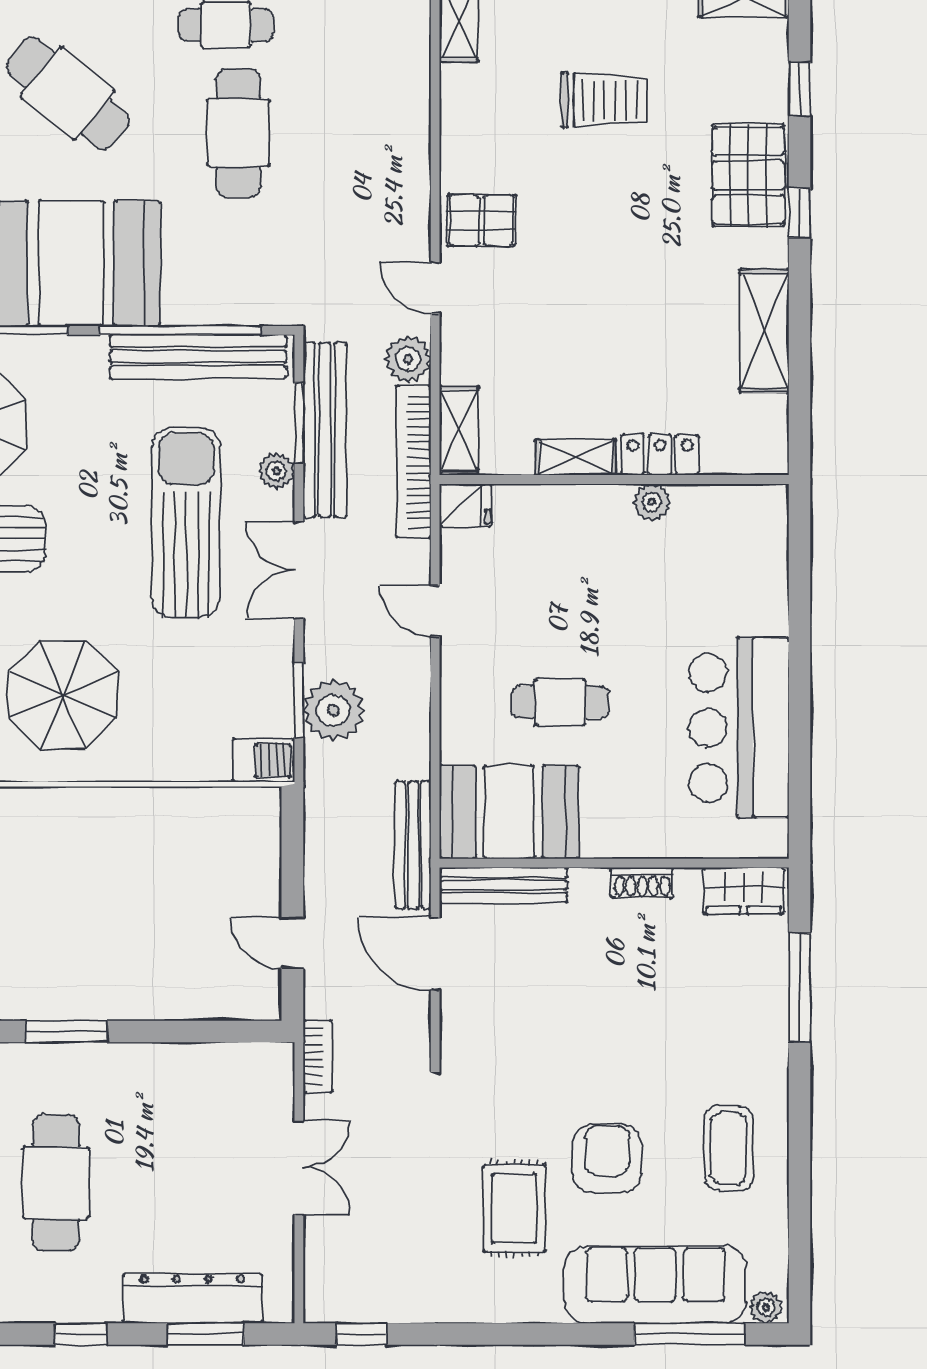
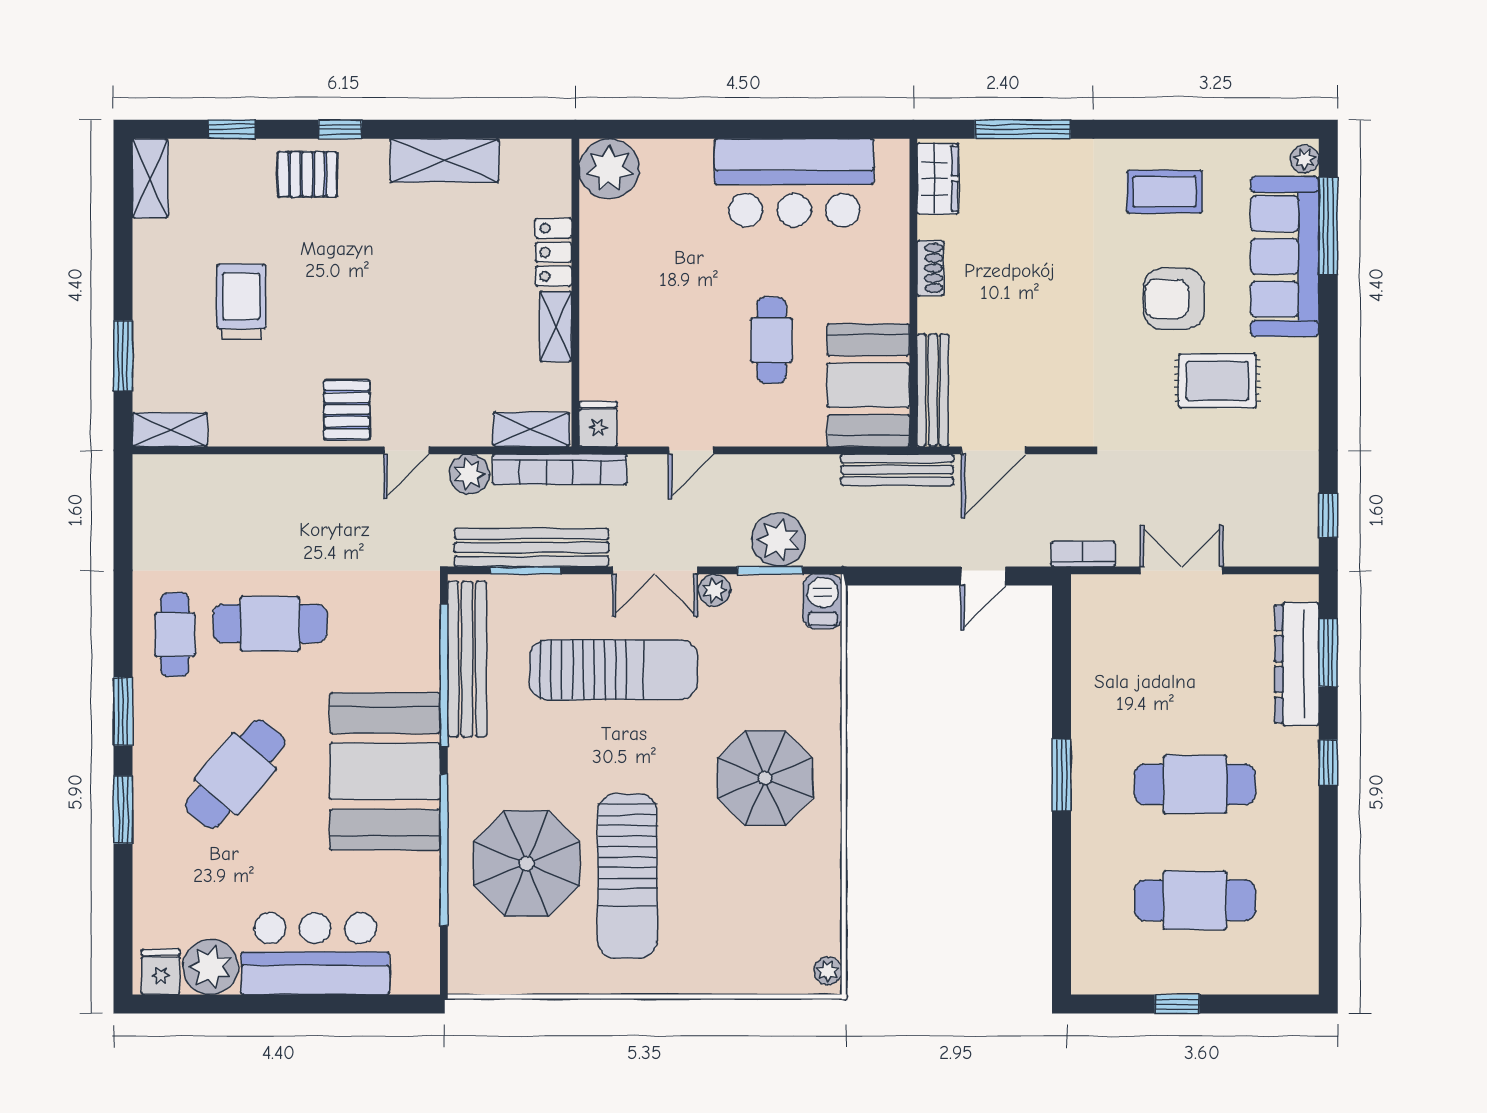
pallet: (748, 175) -> (307, 174), width x0.67, depth x0.71
plant: (276, 471) -> (715, 590), moved
plant: (652, 502) -> (609, 169), moved, width x1.88, depth x1.88
sun lounger: (186, 523) -> (613, 670), turned 180

